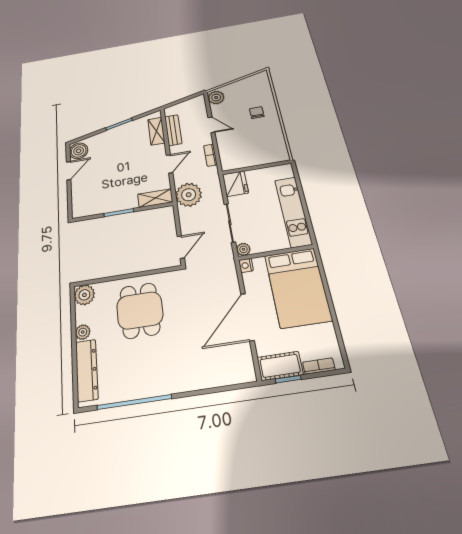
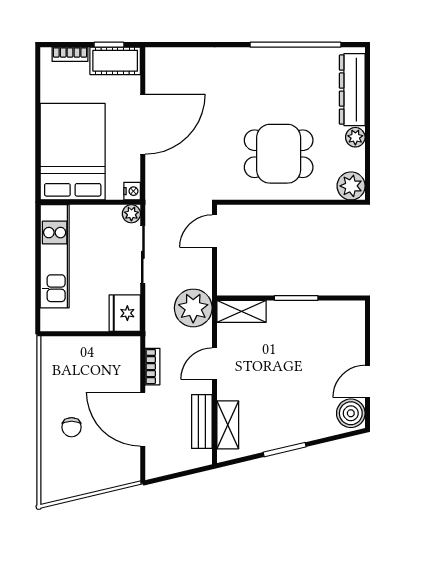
plant: (216, 98) -> (128, 468), removed
door: (211, 125) -> (143, 419), width x1.87
dining table: (140, 310) -> (279, 154), turned 90

